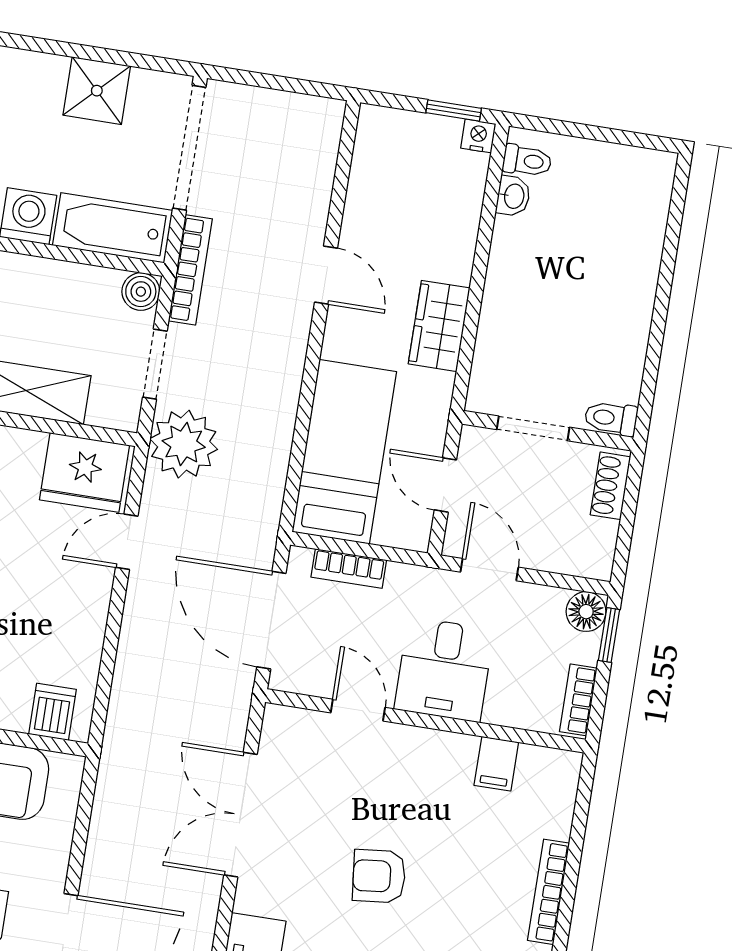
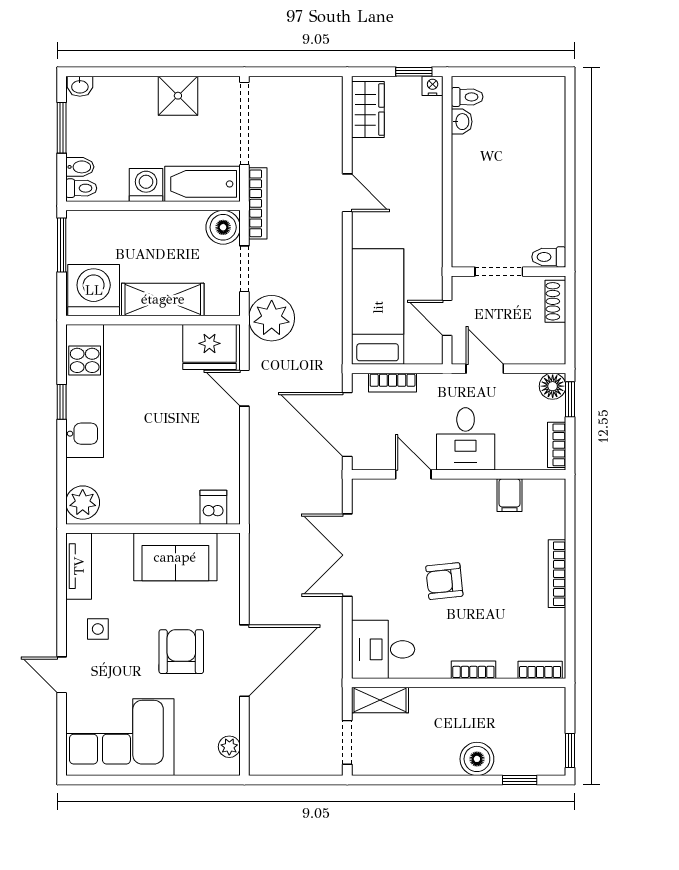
boiler: (141, 292) -> (223, 227), width x1.36, depth x1.36
wardrobe: (439, 326) -> (368, 110), moved, turned 180
door: (127, 542) -> (244, 388), hinge flipped

